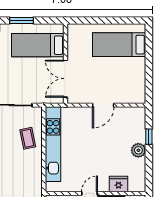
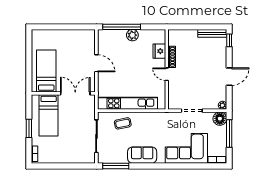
bed: (119, 45) -> (46, 71), moved, turned 180
double door: (65, 79) -> (75, 93), swing flipped
window: (149, 137) -> (122, 27), width x3.17

